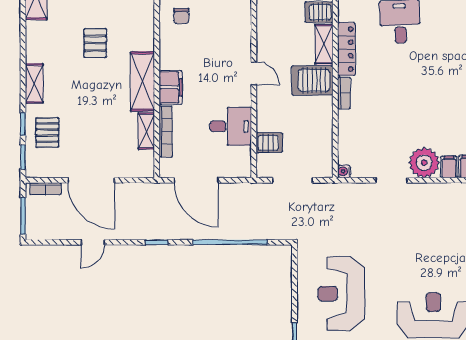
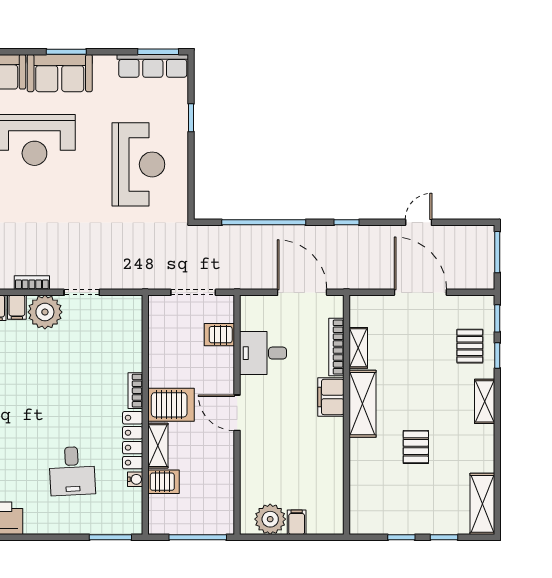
chair: (181, 16) -> (319, 477), removed
door: (254, 73) -> (237, 413), width x1.37
water cooler: (344, 171) -> (135, 479), moved
bookcase: (45, 189) -> (32, 283), moved

